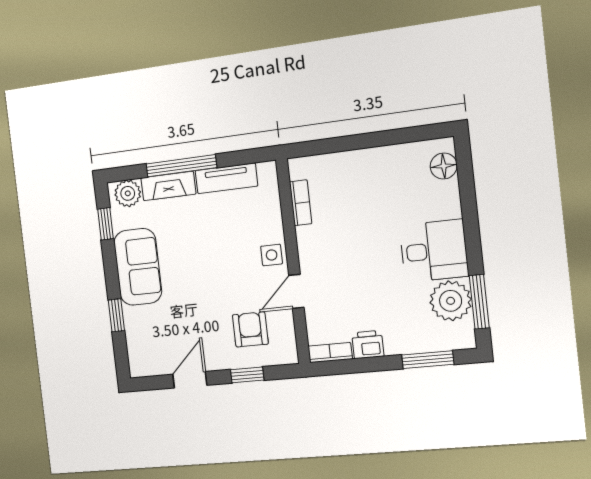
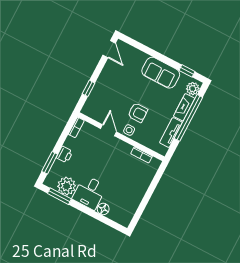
window: (181, 166) -> (188, 118), width x1.46
floor lamp: (444, 166) -> (103, 209), moved
window: (116, 315) -> (147, 50), removed
armchair: (250, 329) -> (138, 113), moved
printer: (368, 345) -> (64, 155), moved
door: (190, 380) -> (109, 49), moved

